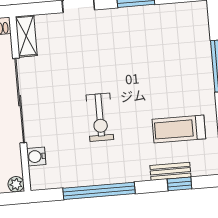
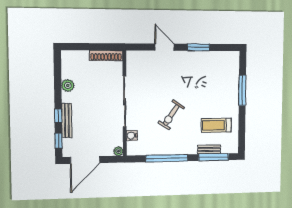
shelving: (26, 36) -> (132, 63), removed
exercise bike: (100, 117) -> (171, 115), turned 34
window: (179, 184) -> (214, 157), width x2.17

